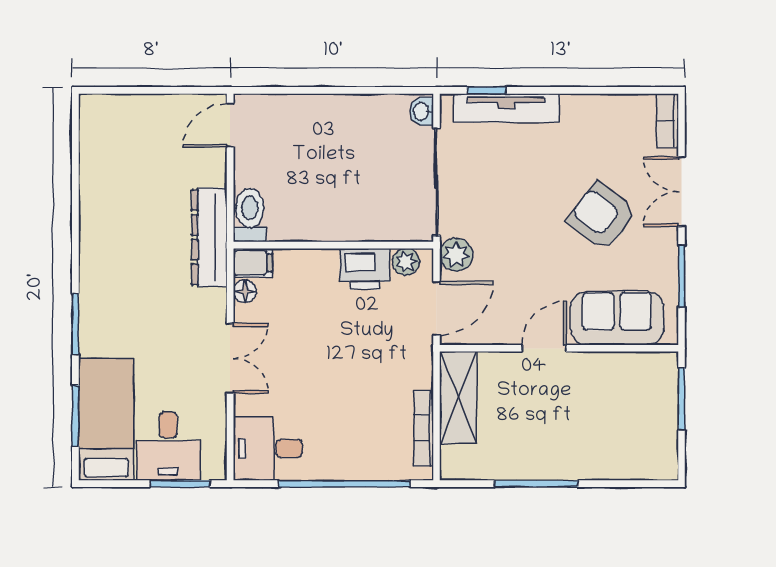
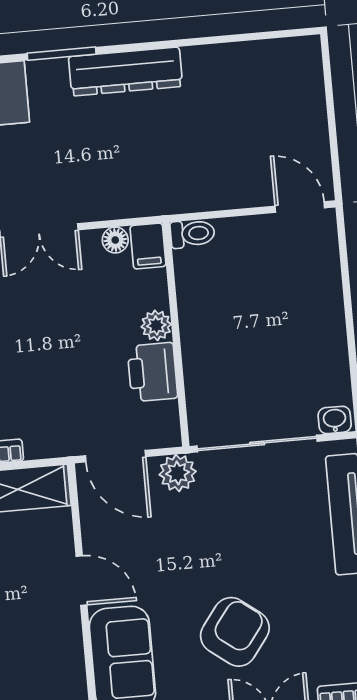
toilet: (250, 215) -> (192, 234), width x0.73, depth x0.72
dresser: (209, 237) -> (125, 71), moved, turned 180
plant: (406, 262) -> (156, 325), moved

